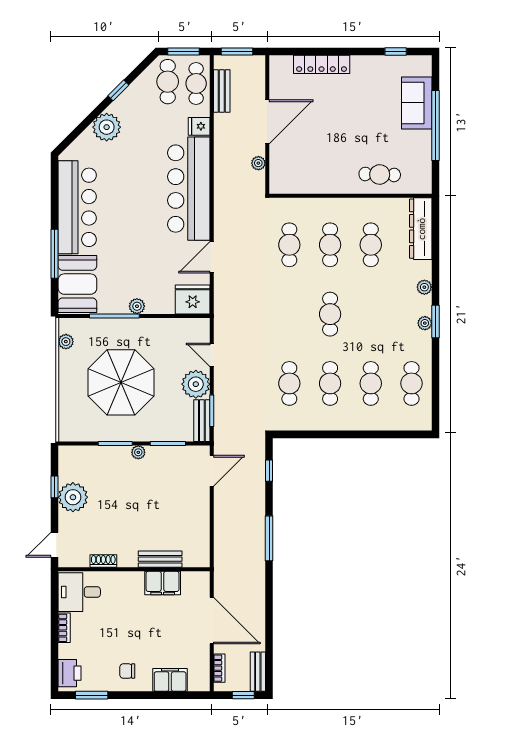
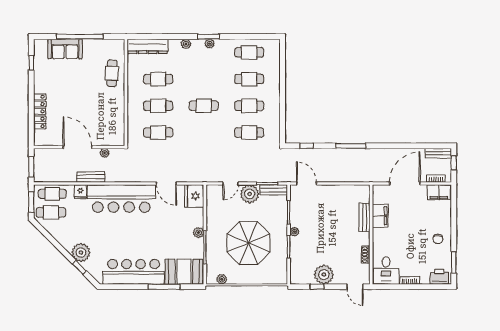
window: (118, 90) -> (79, 267), moved
bench: (222, 91) -> (91, 177), moved
filing cabinet: (170, 680) -> (439, 192), moved, turned -90

